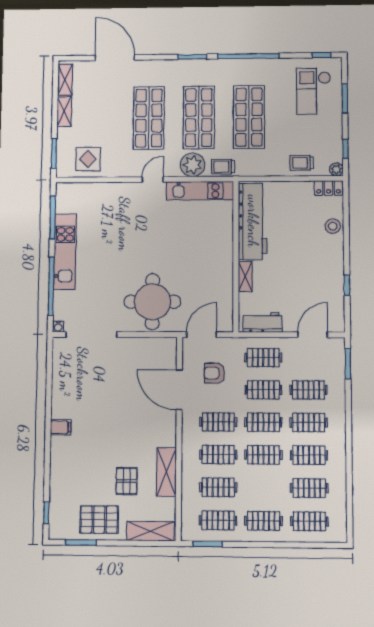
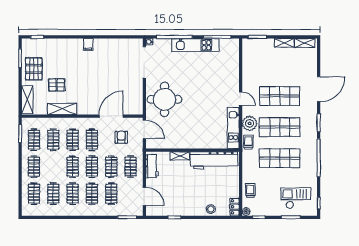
door: (115, 58) -> (319, 89), moved
display table: (88, 159) -> (254, 58), removed

